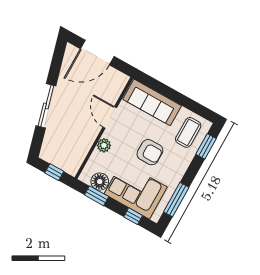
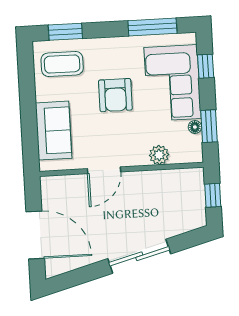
sofa: (152, 102) -> (54, 131), width x0.73
plant: (104, 145) -> (159, 155), moved
armchair: (150, 152) -> (115, 95), turned 180
floor lamp: (100, 182) -> (195, 127), width x0.53, depth x0.53

